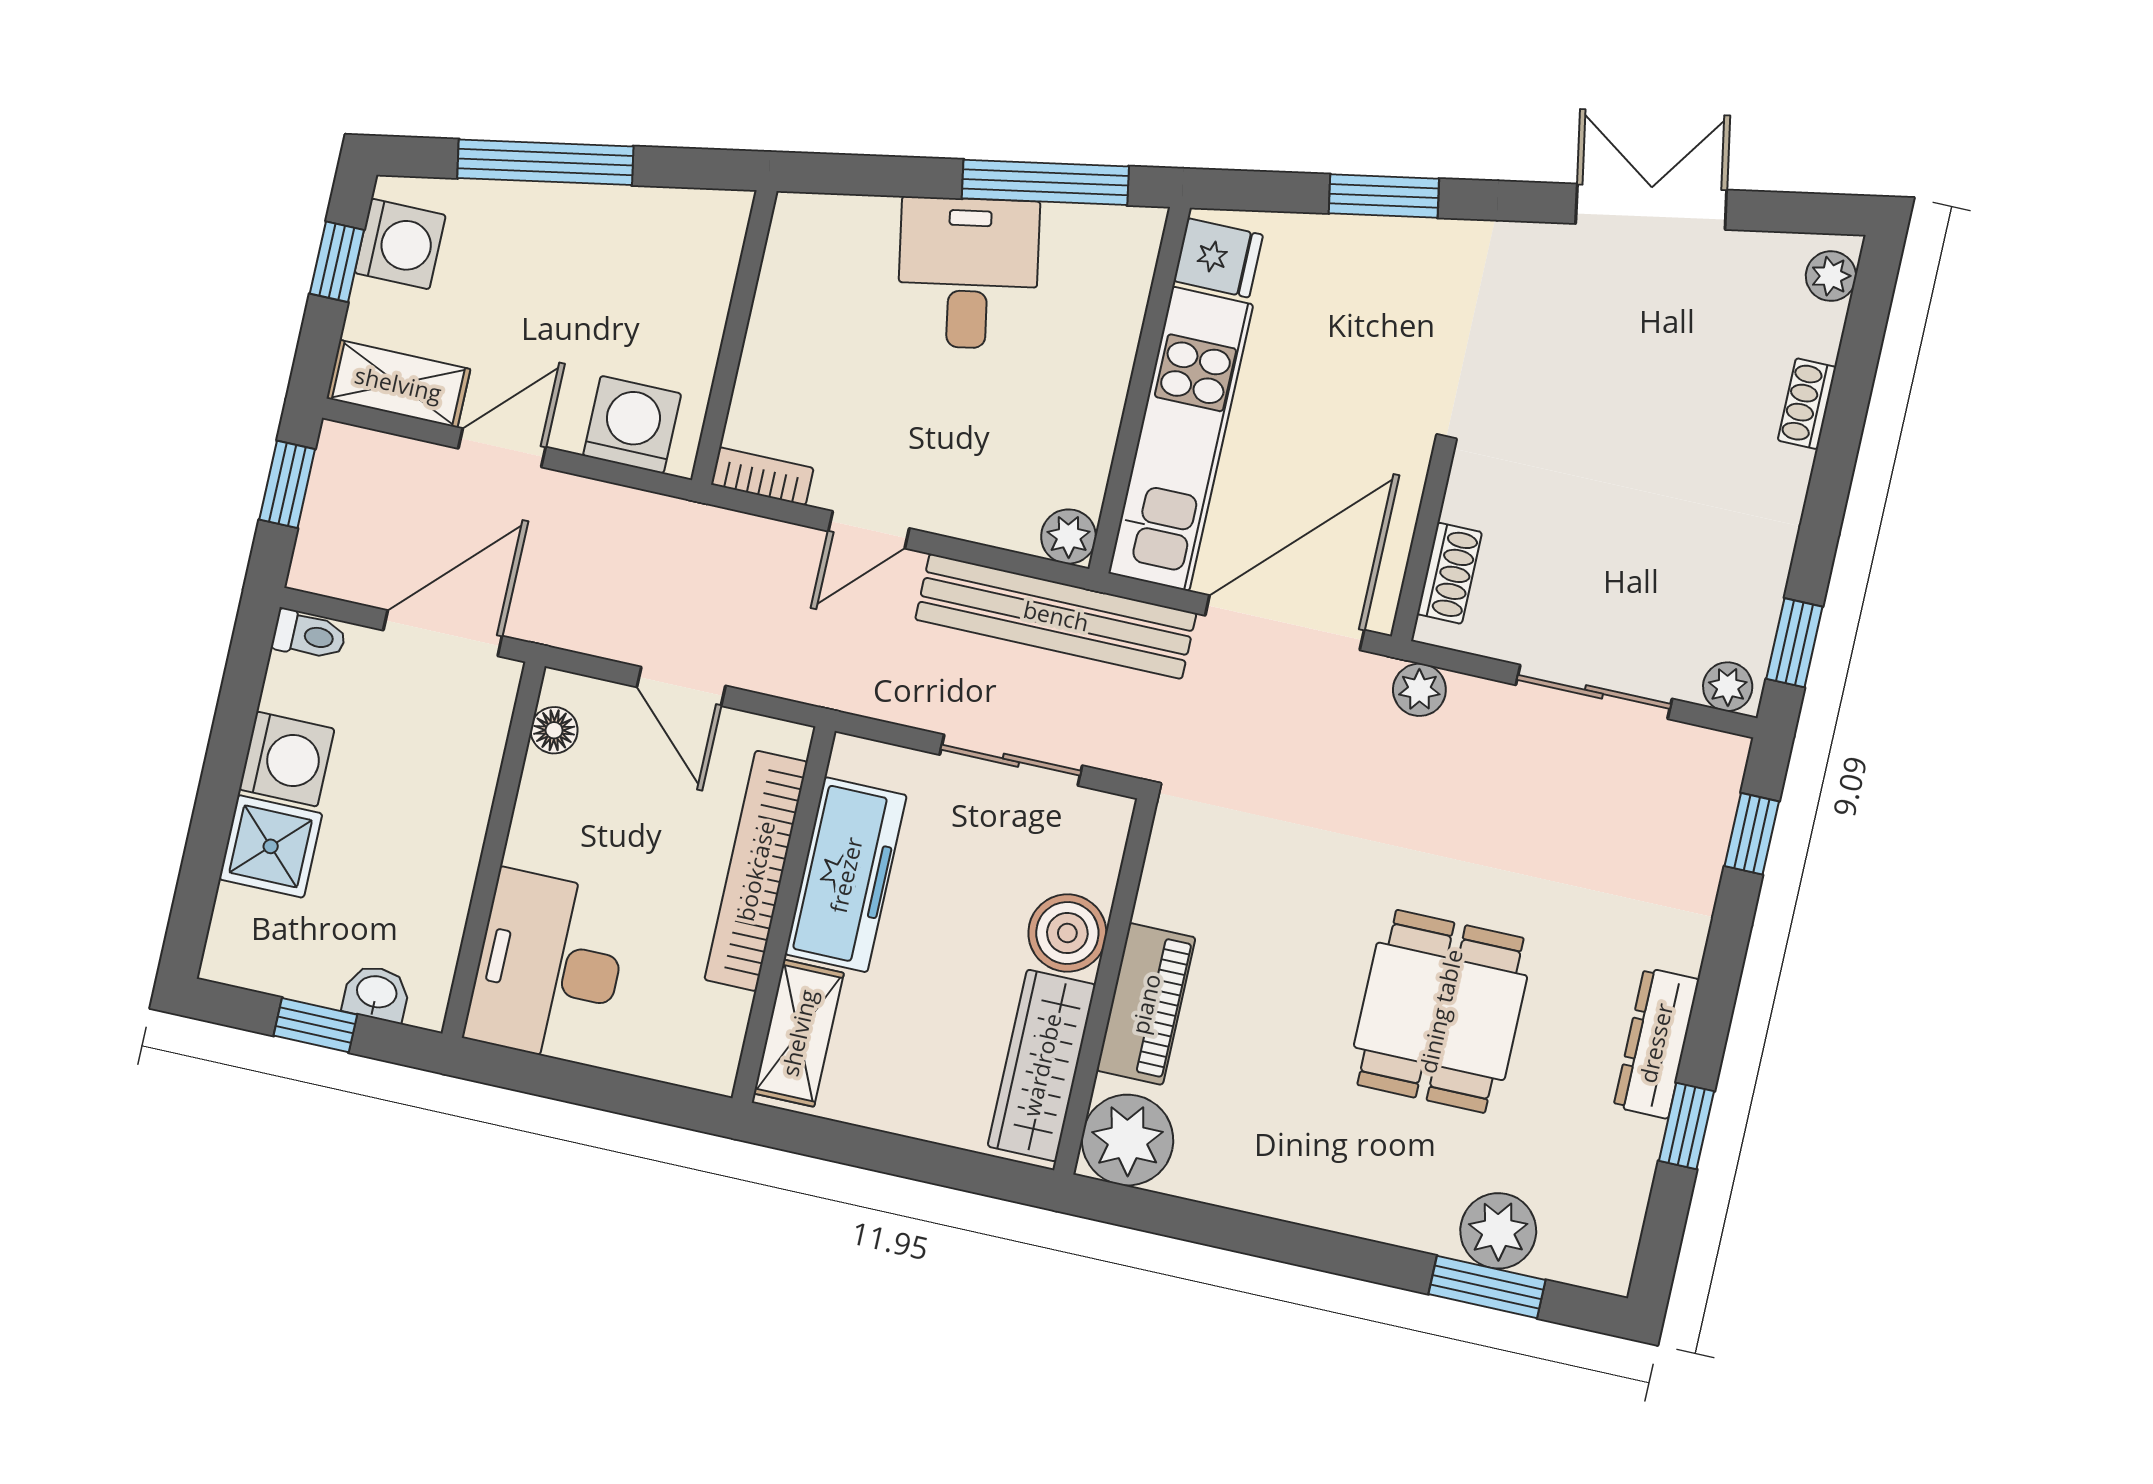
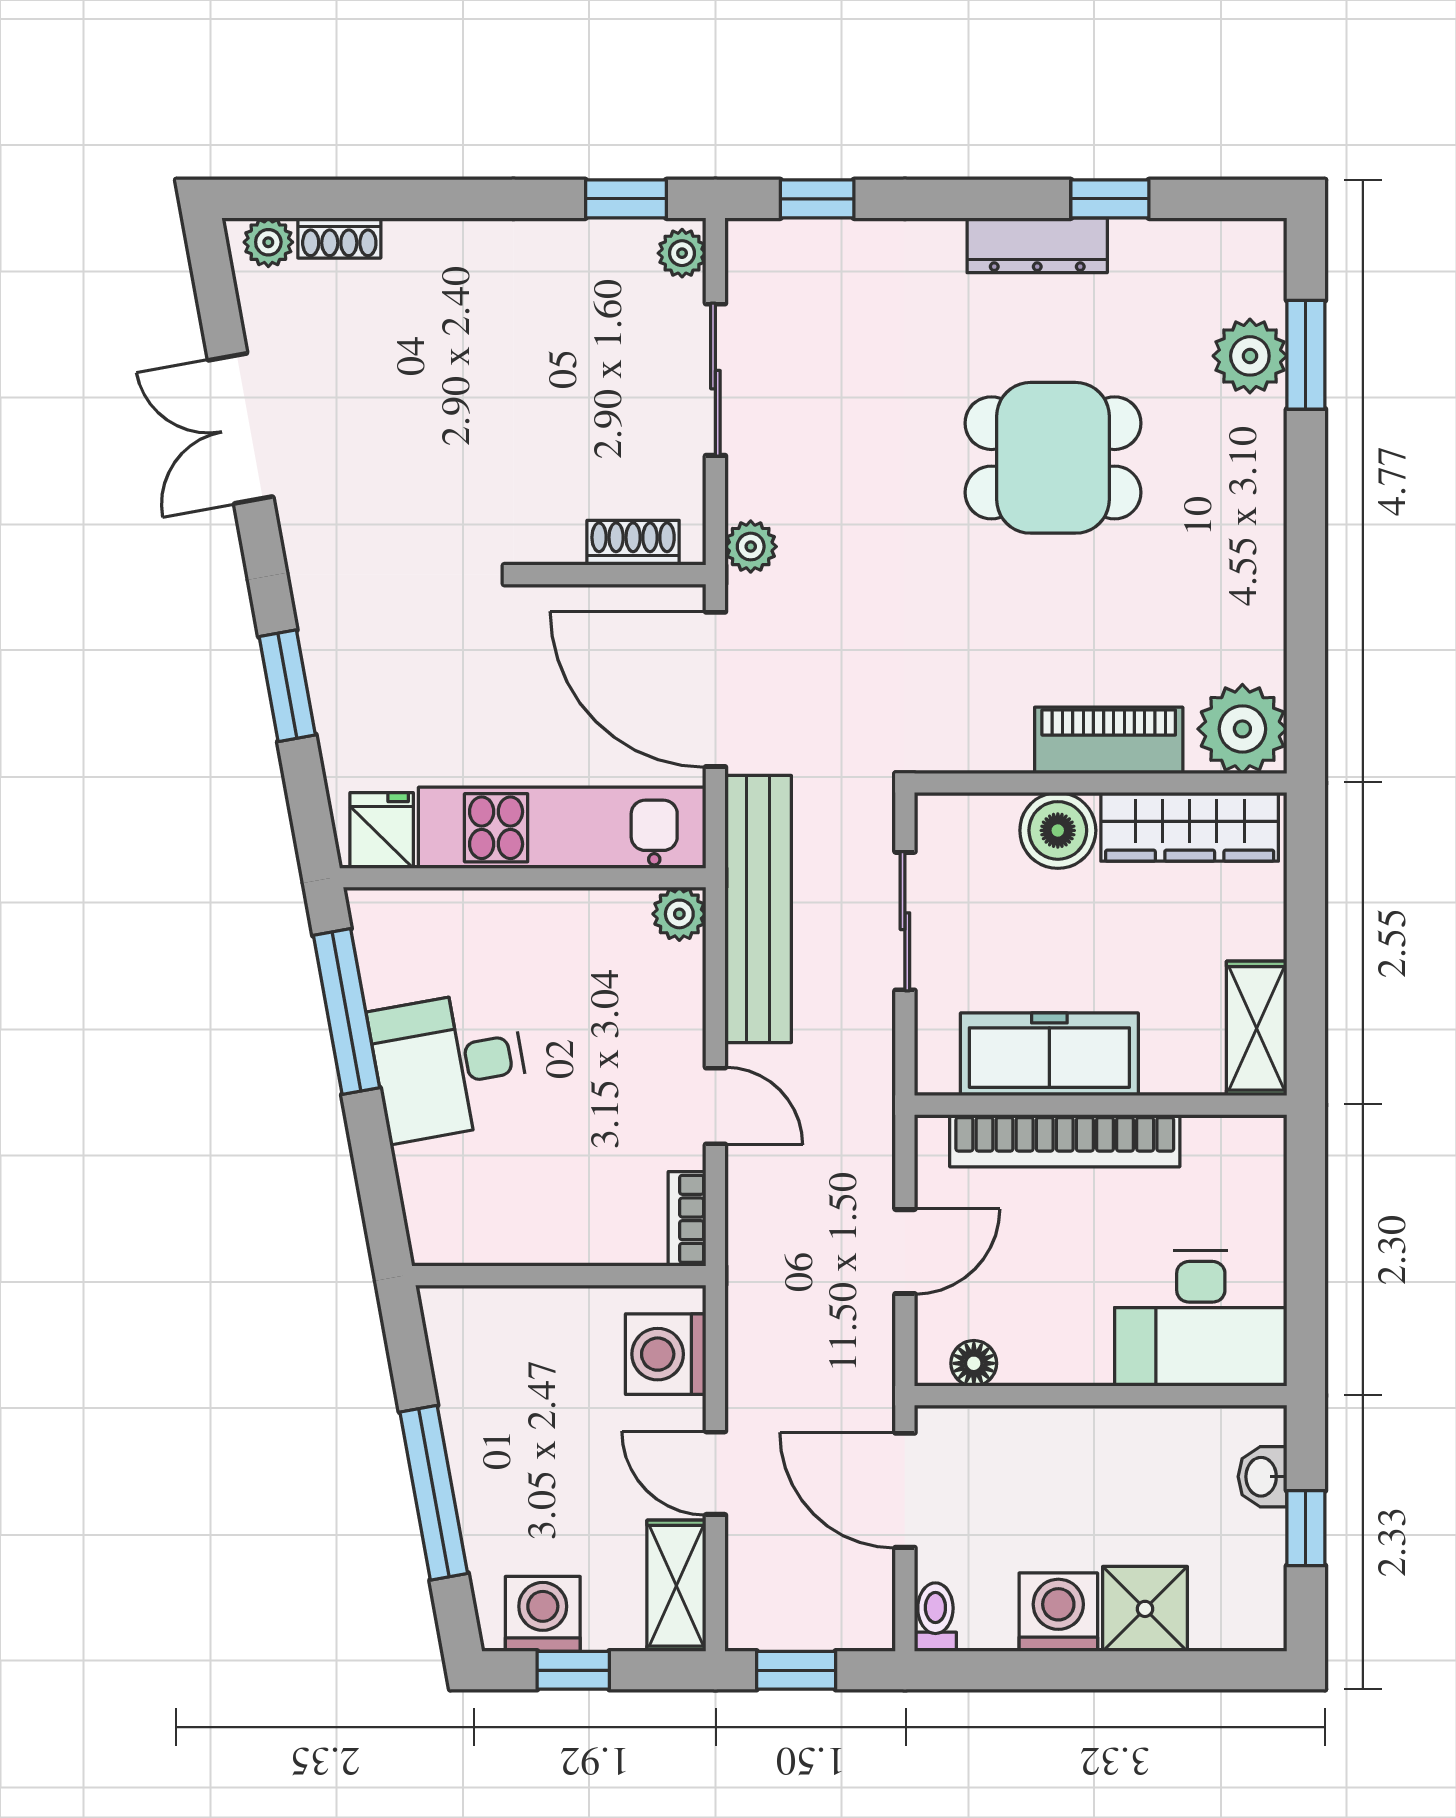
shoe rack: (1807, 404) -> (339, 238), moved
shelving: (799, 1033) -> (1257, 1028), moved, turned 90

